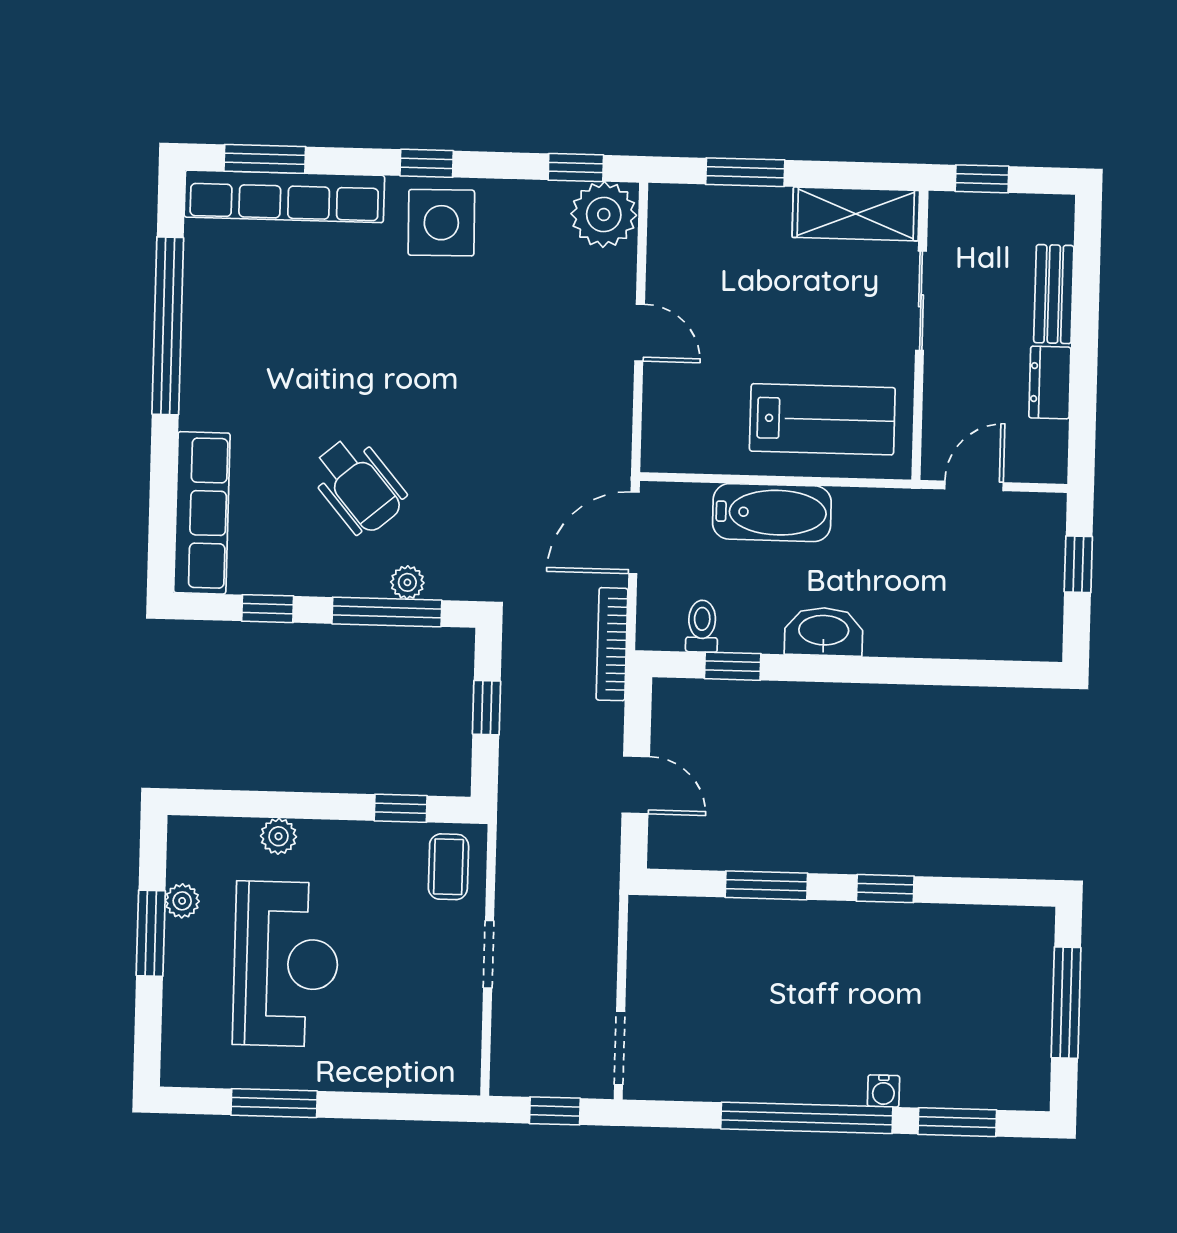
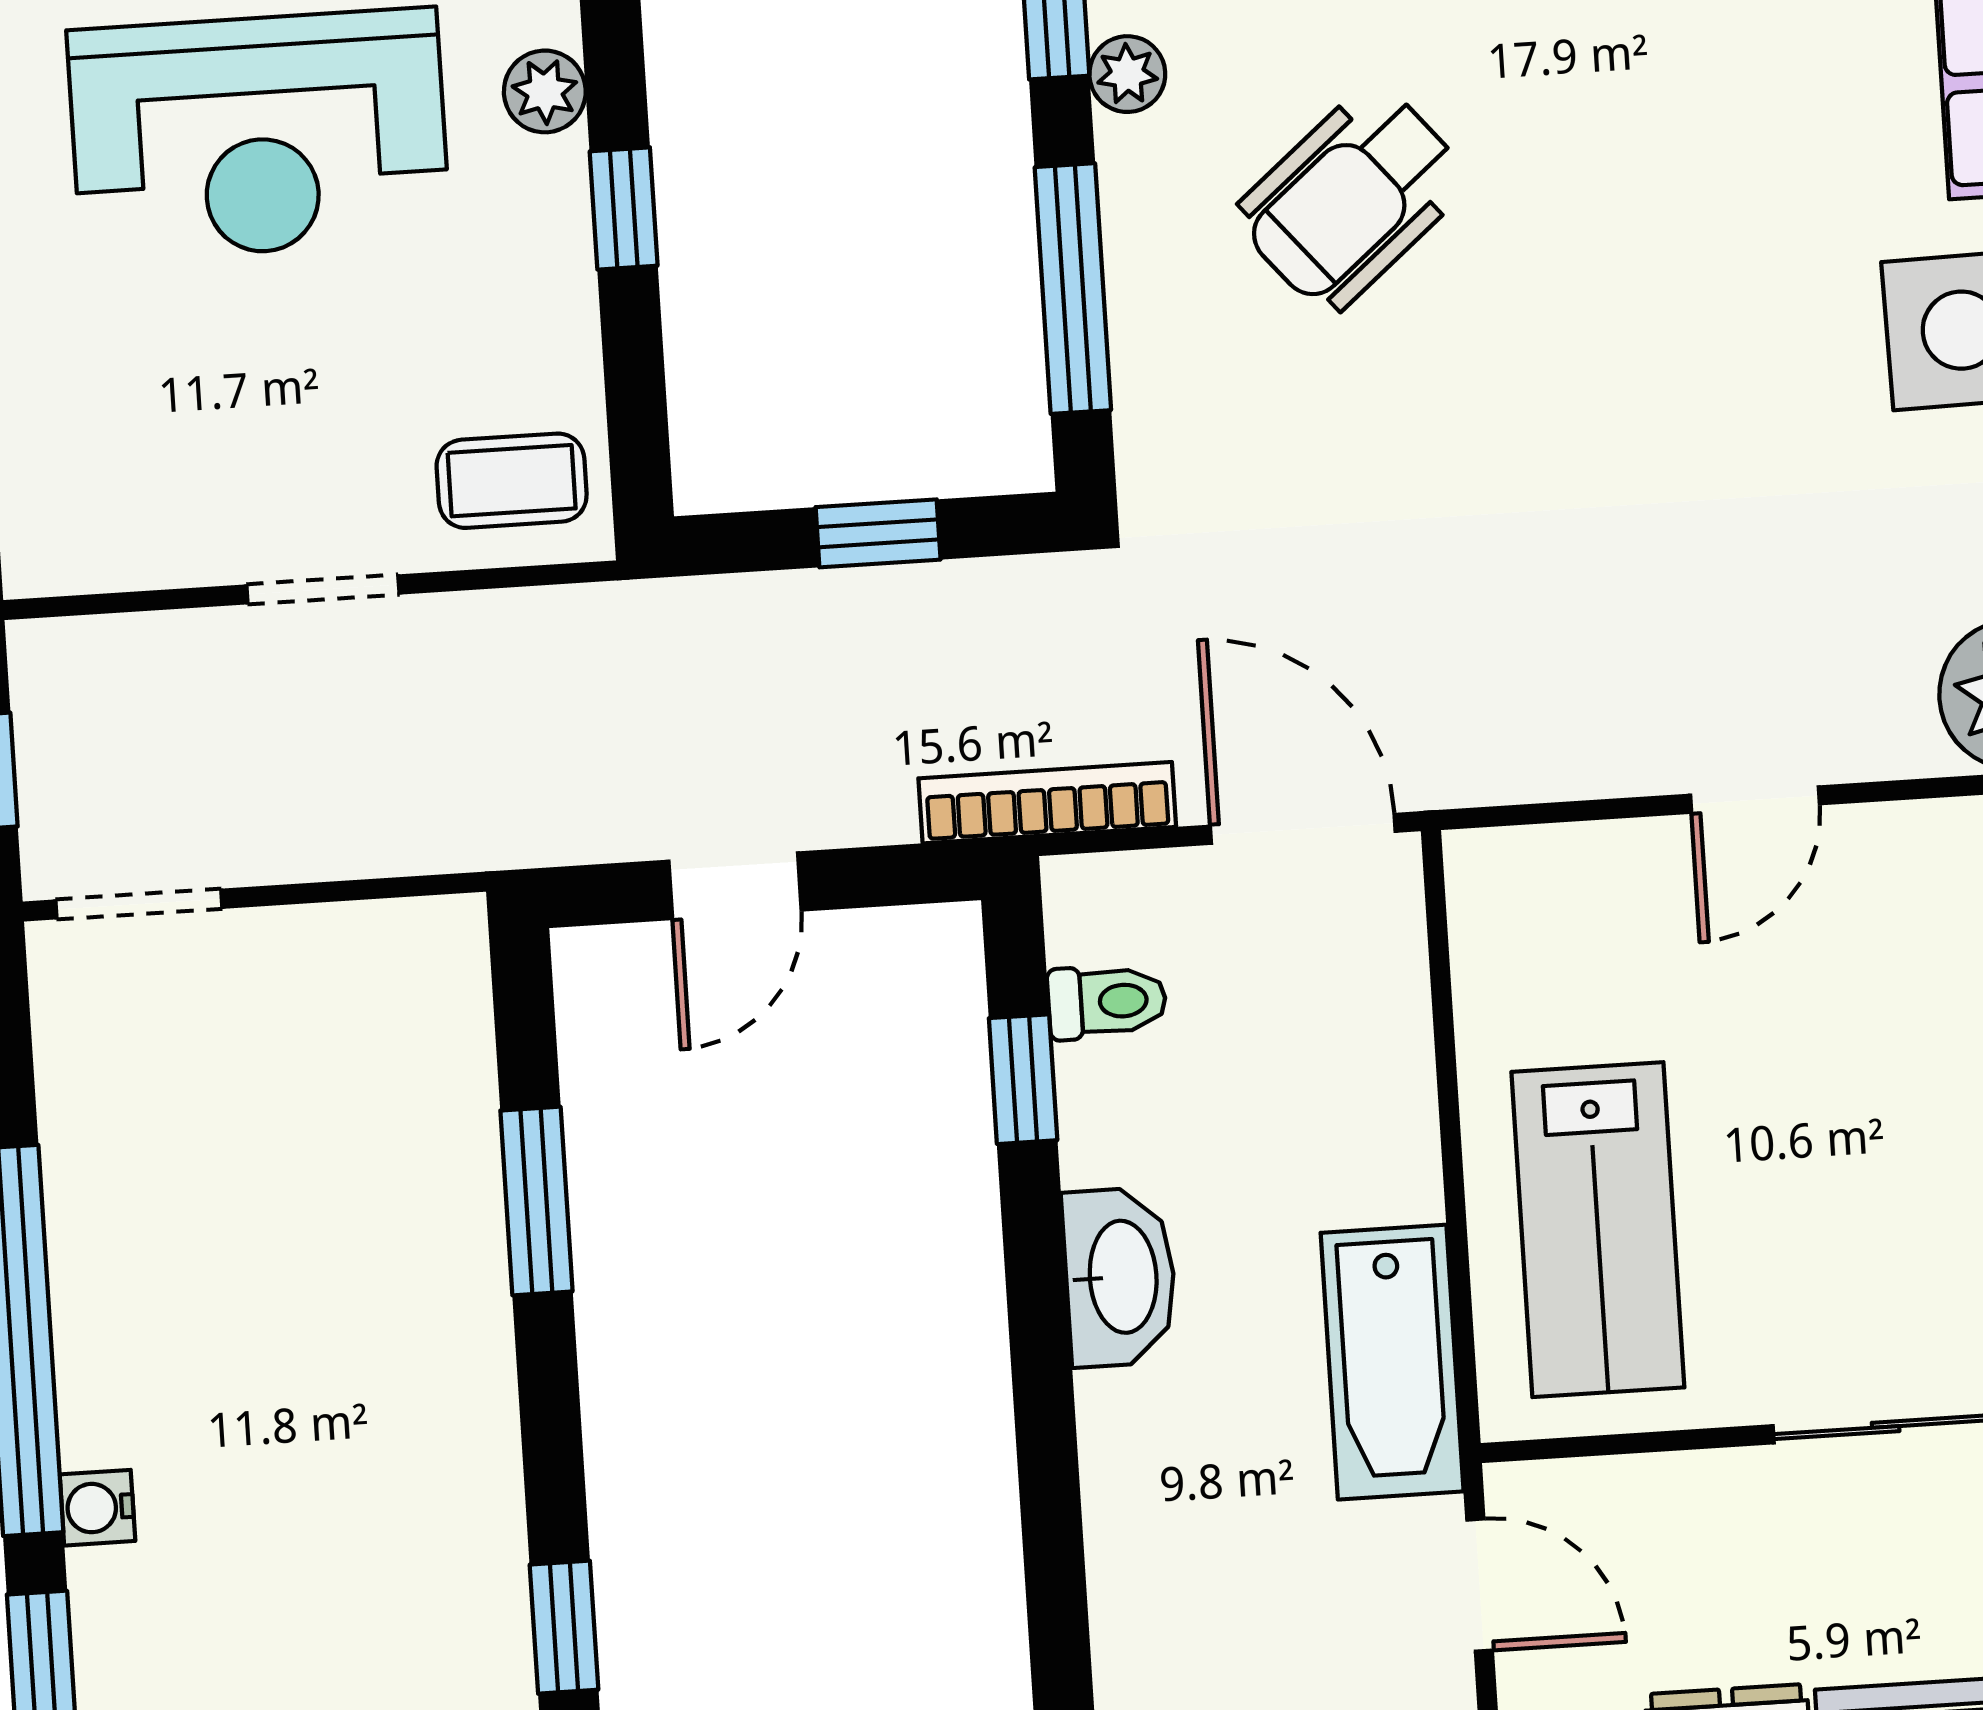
bathtub: (772, 513) -> (1392, 1362), moved
plant: (407, 582) -> (1127, 74), moved
window: (401, 808) -> (624, 208), moved
window: (885, 889) -> (564, 1627), moved

